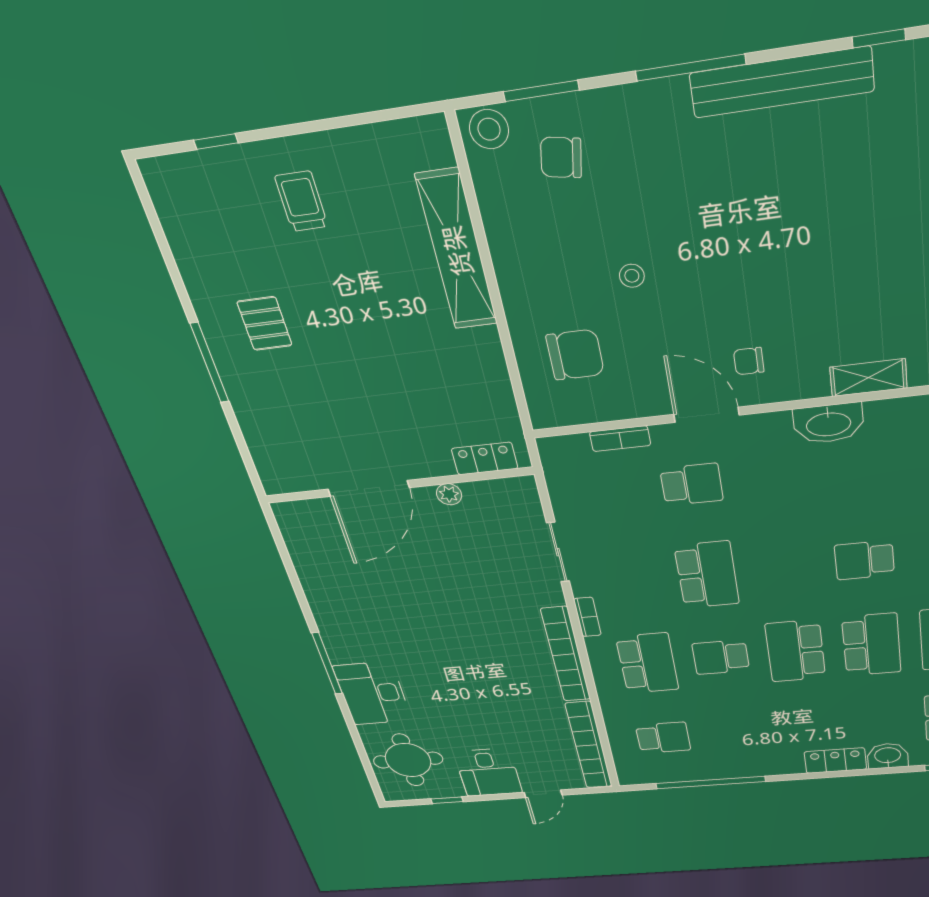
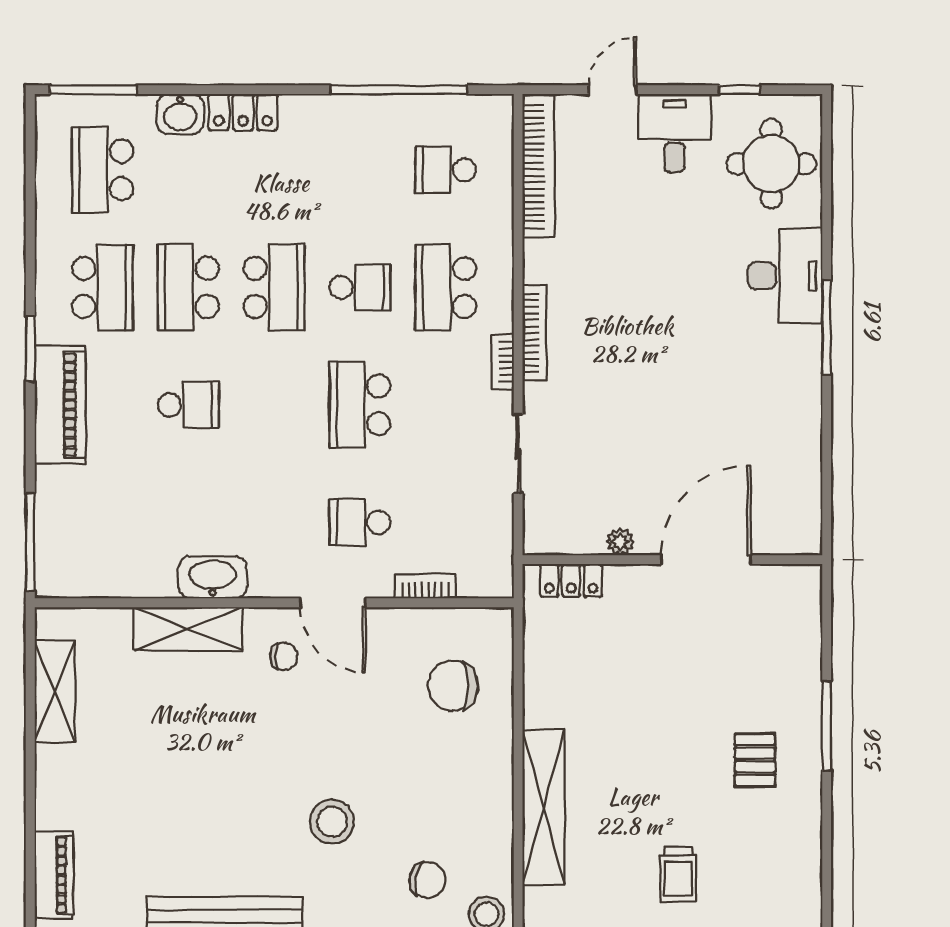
stool: (632, 276) -> (332, 822), moved, width x1.89, depth x1.89
shelving: (868, 378) -> (188, 629), width x1.50, depth x1.33
bookcase: (566, 655) -> (535, 333), width x0.68, depth x0.76

